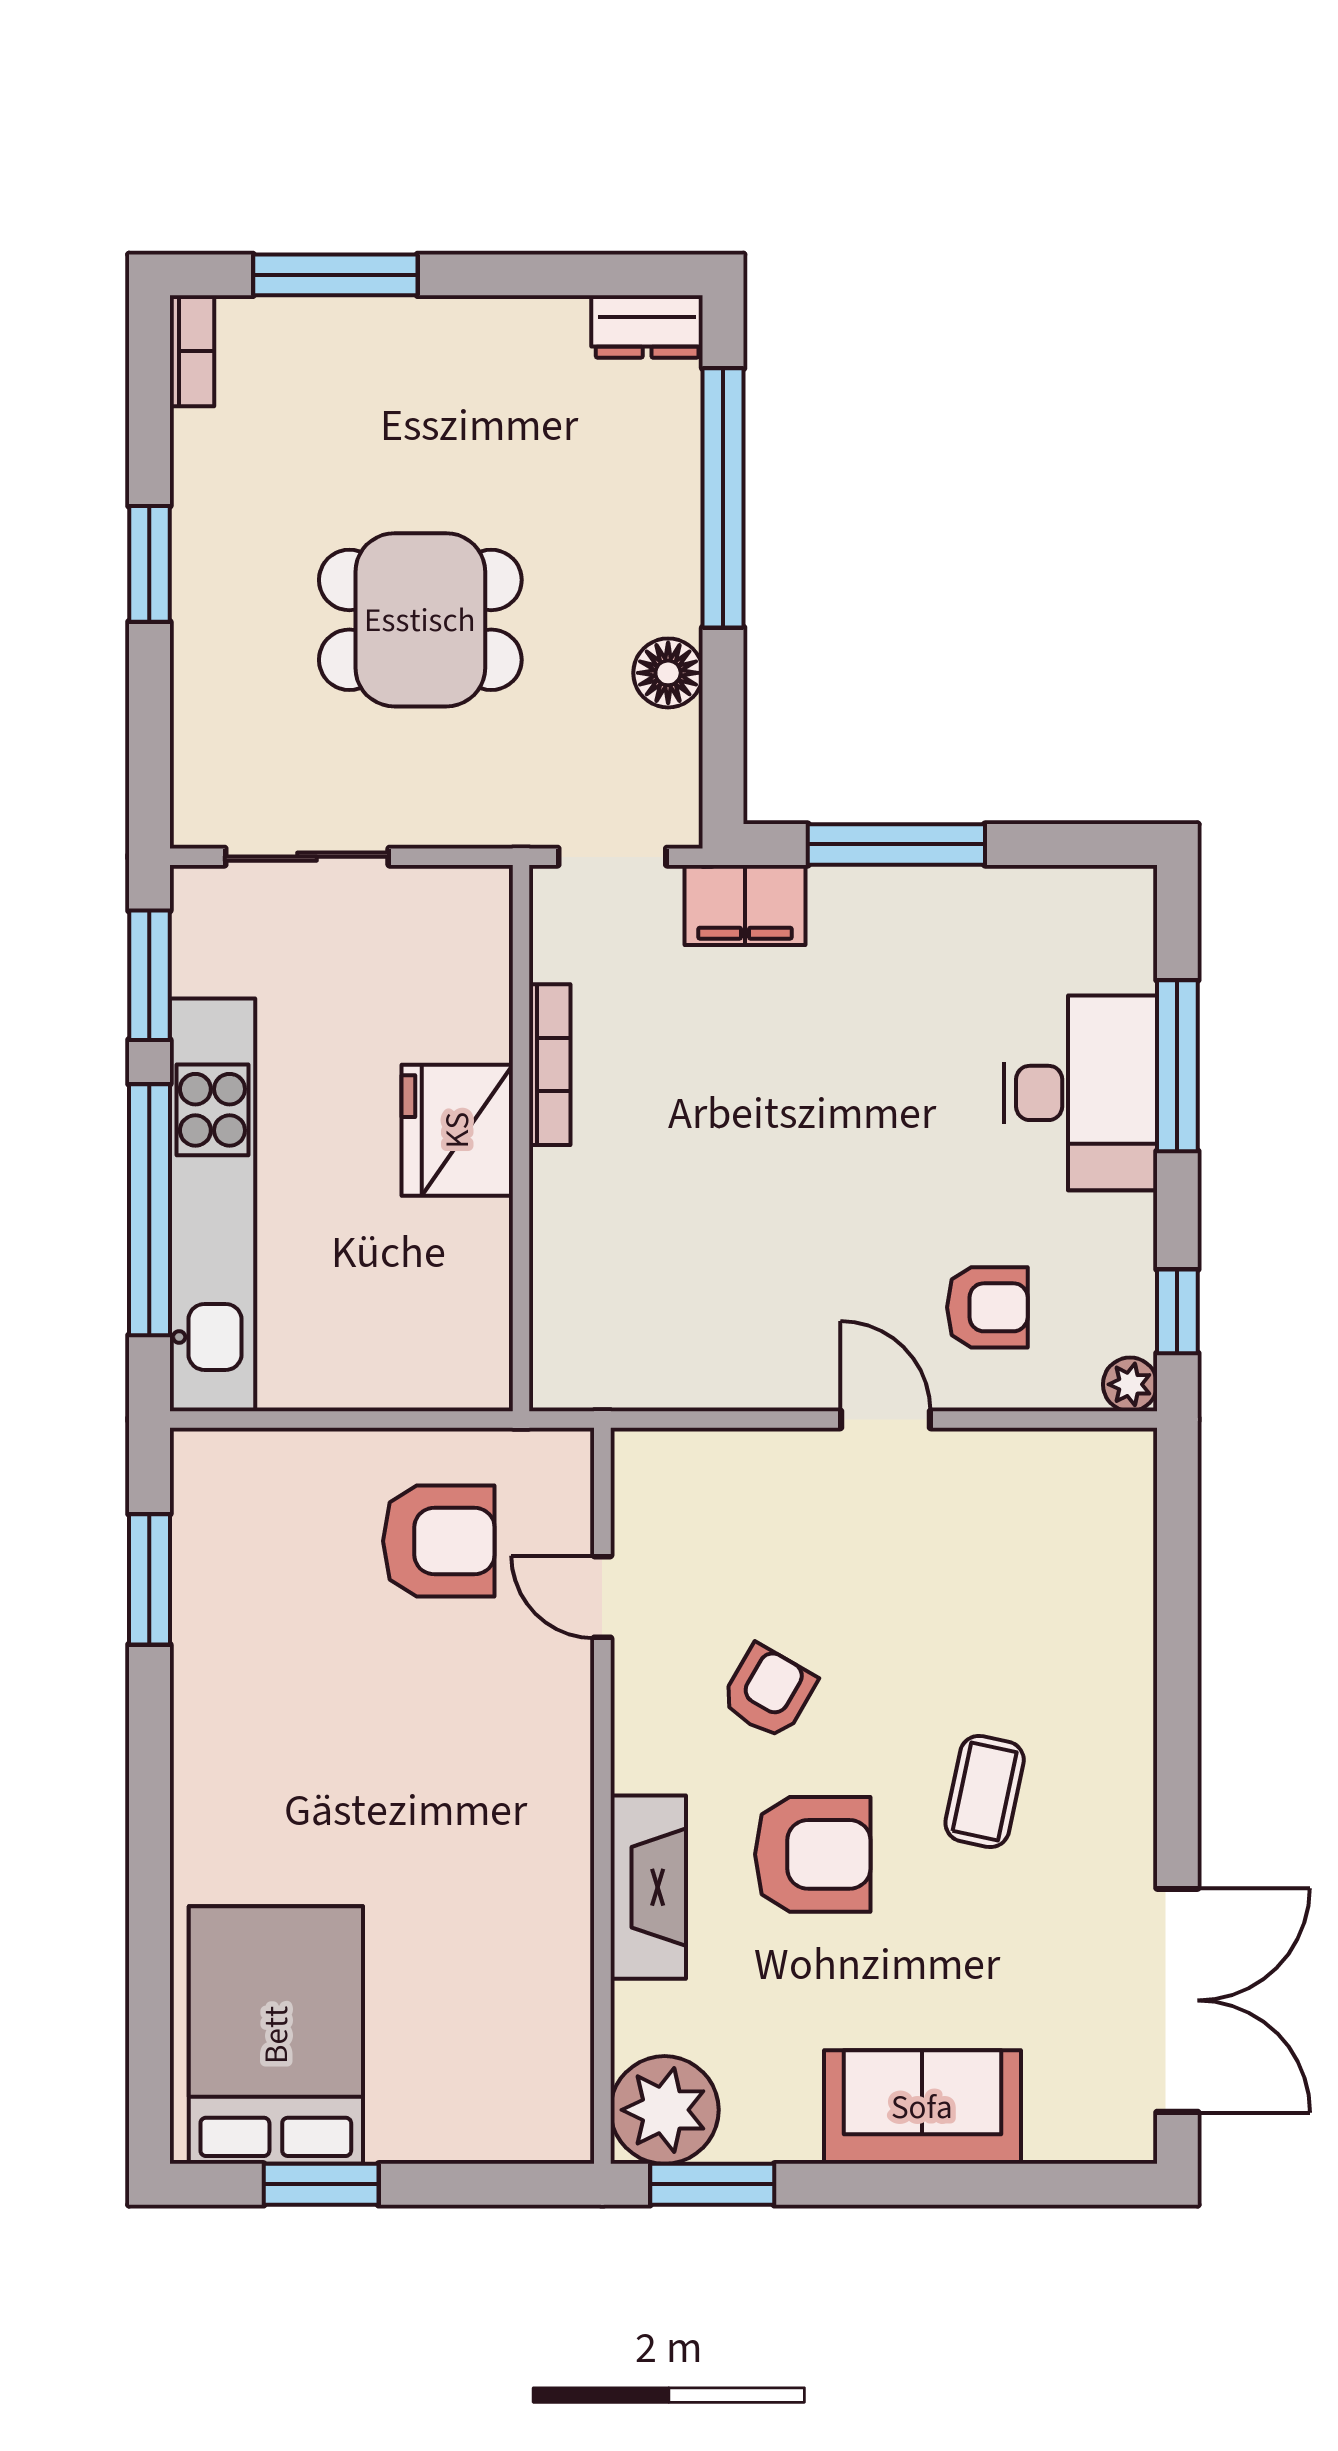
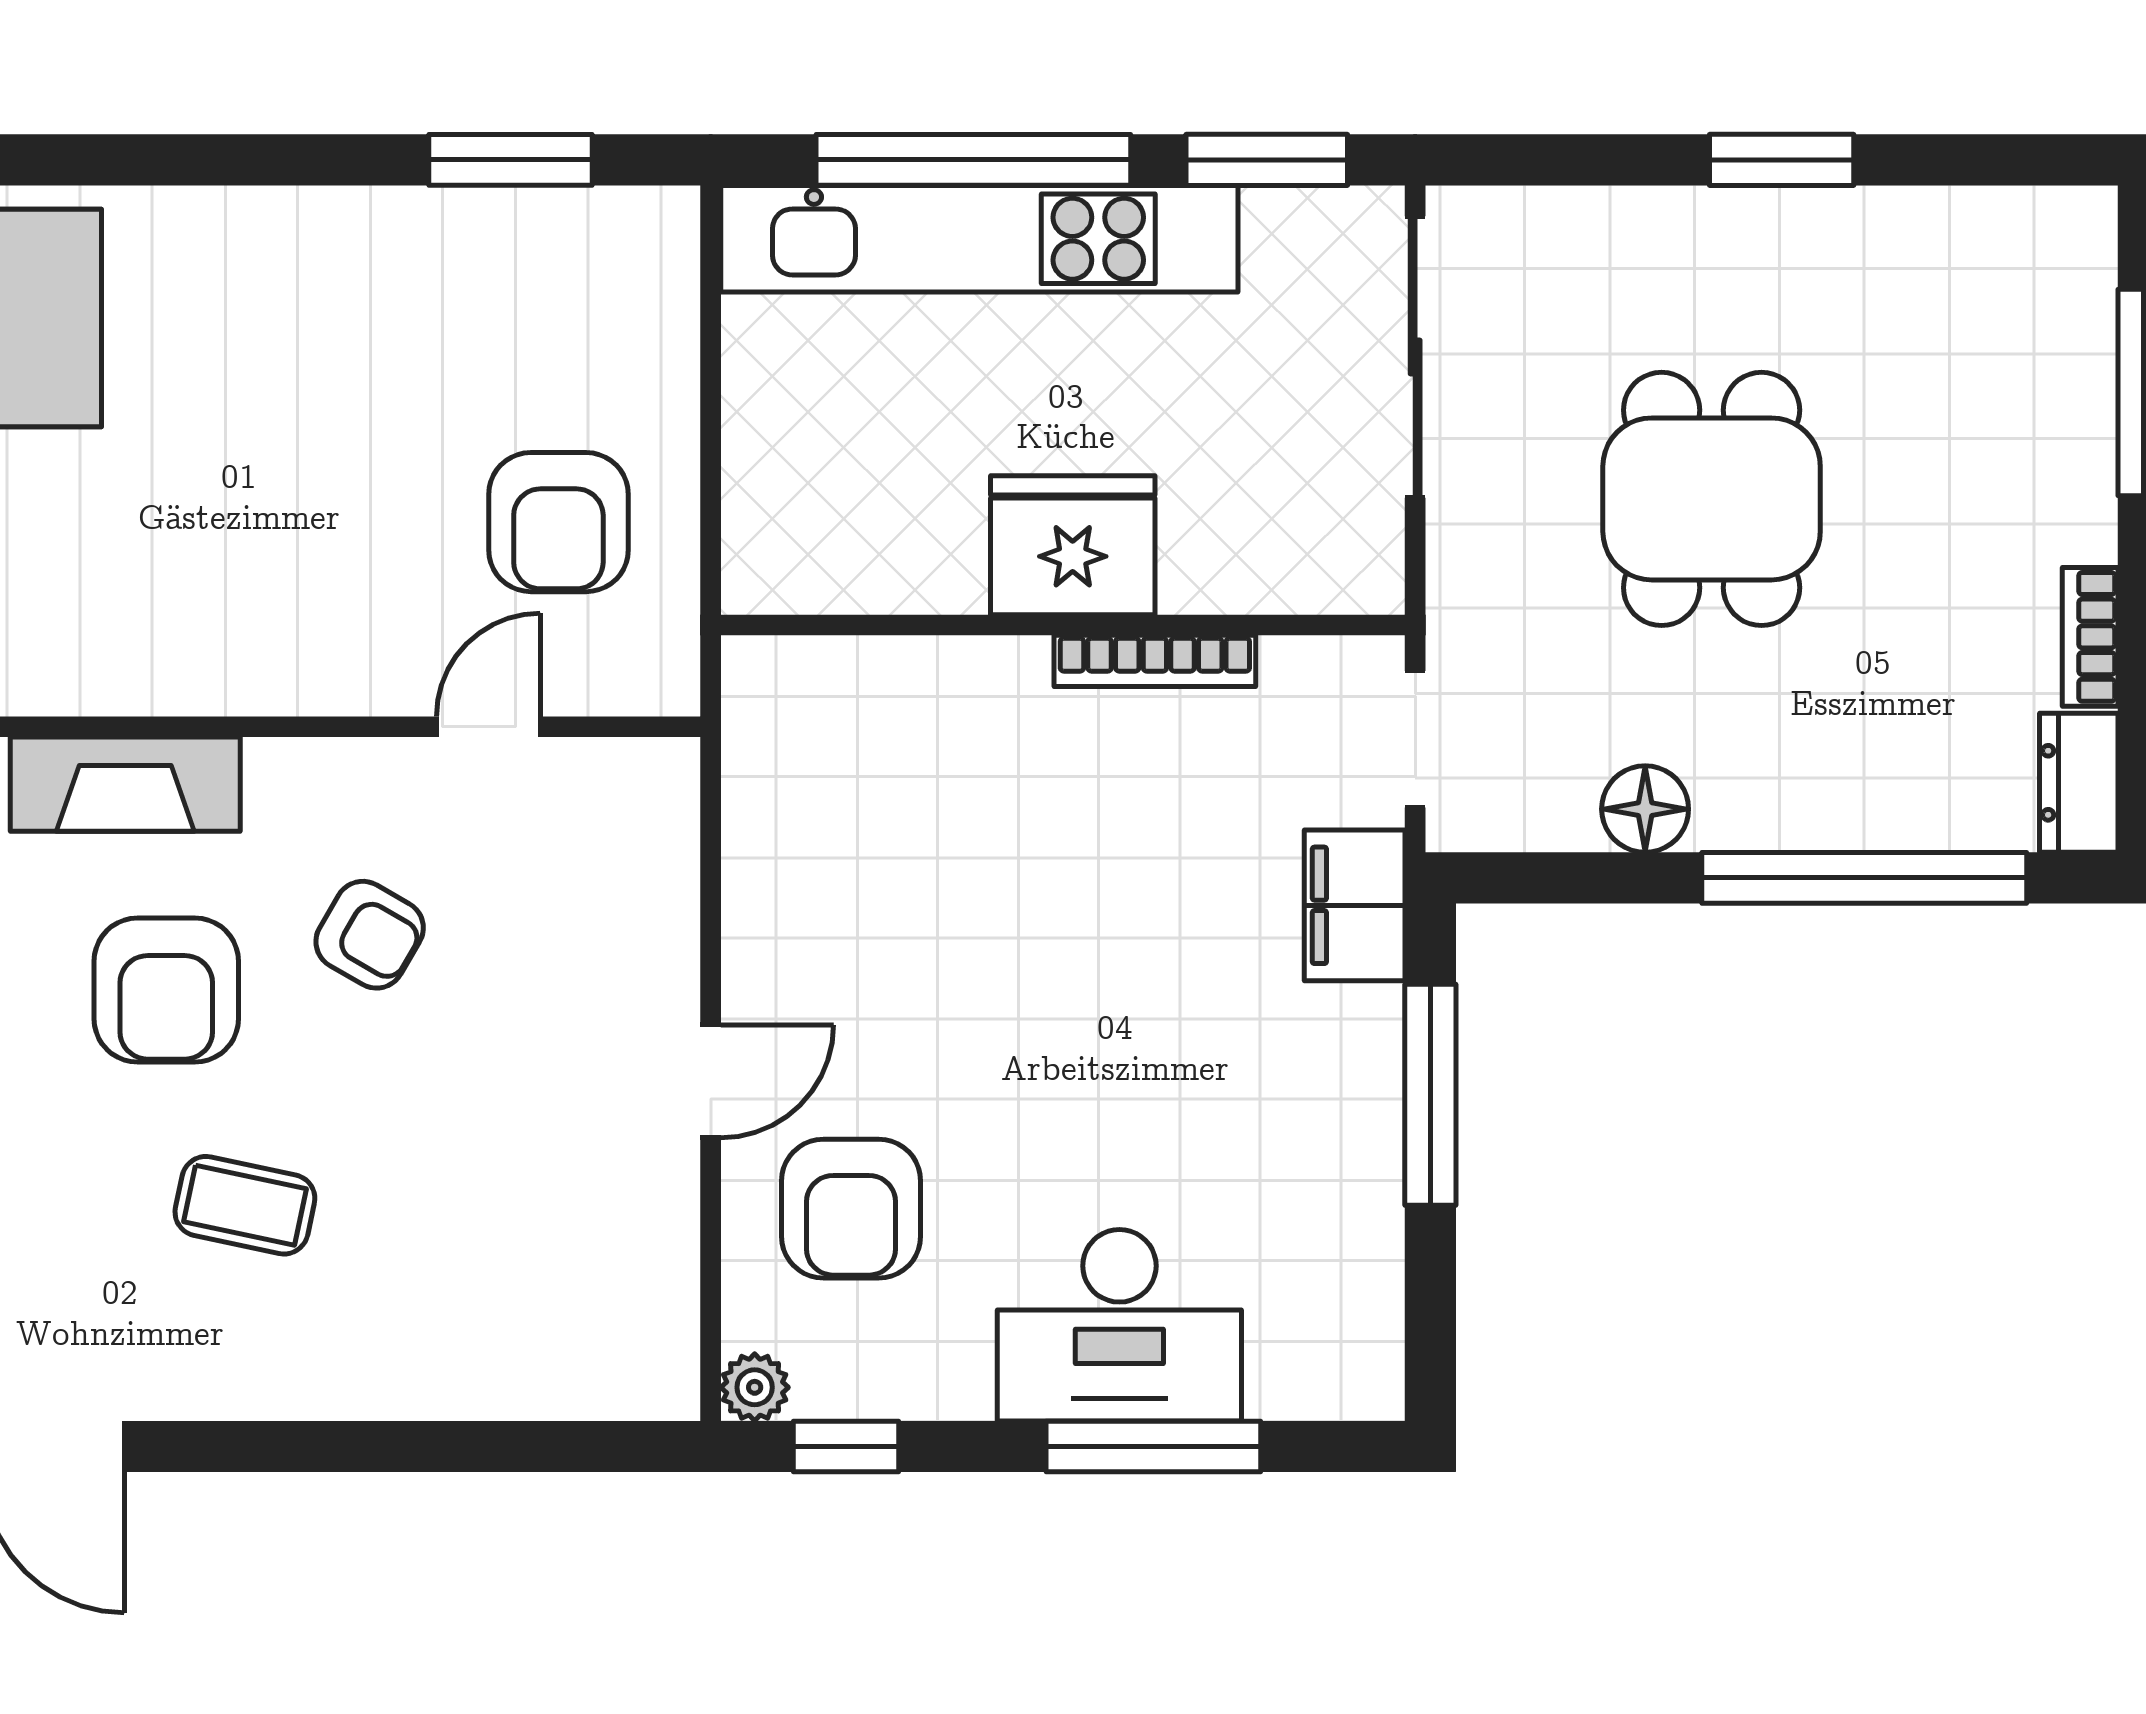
bookcase: (192, 351) -> (2090, 637), moved, turned 90
sliding door: (307, 857) -> (1415, 357), width x1.37
armchair: (987, 1307) -> (851, 1209), width x1.38, depth x1.38

